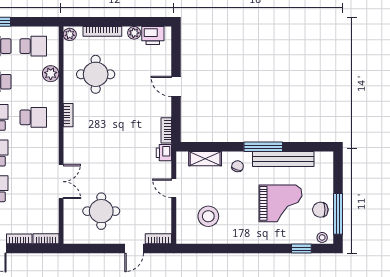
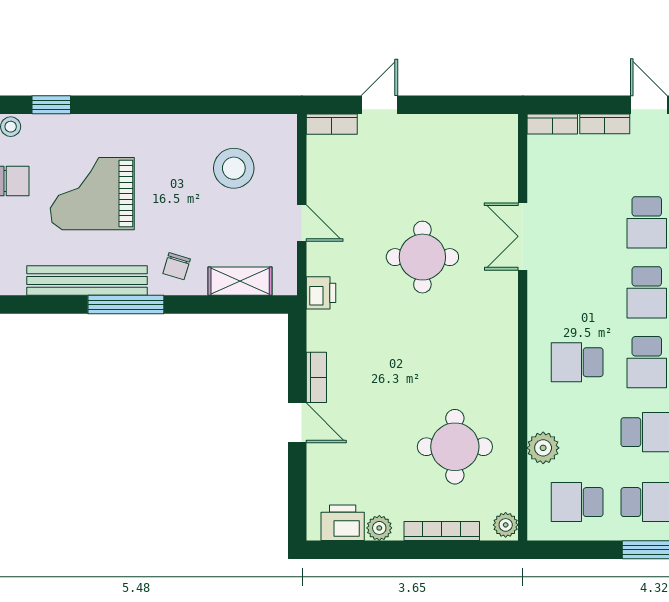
bookcase: (68, 115) -> (509, 367), removed
bookcase: (166, 130) -> (316, 377), moved
round table: (101, 211) -> (422, 257), moved

